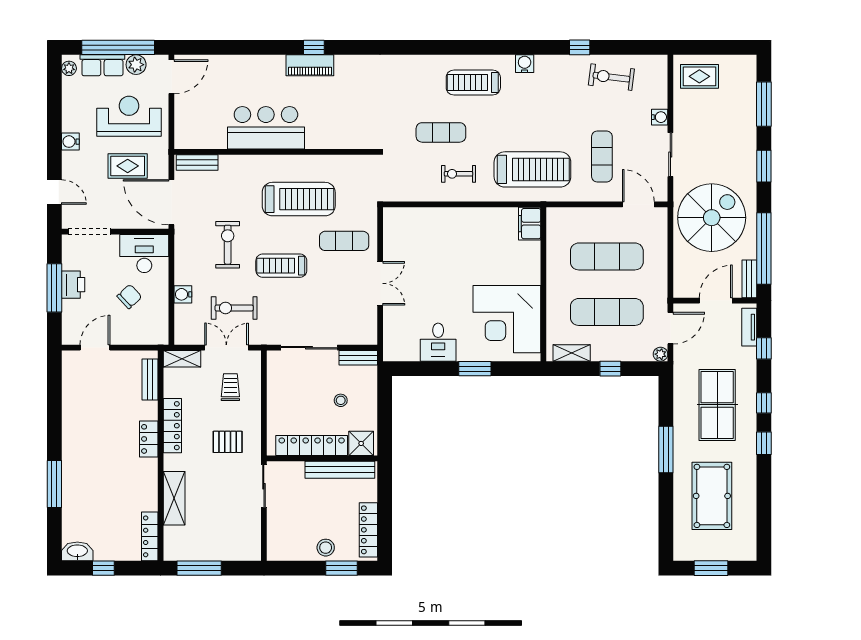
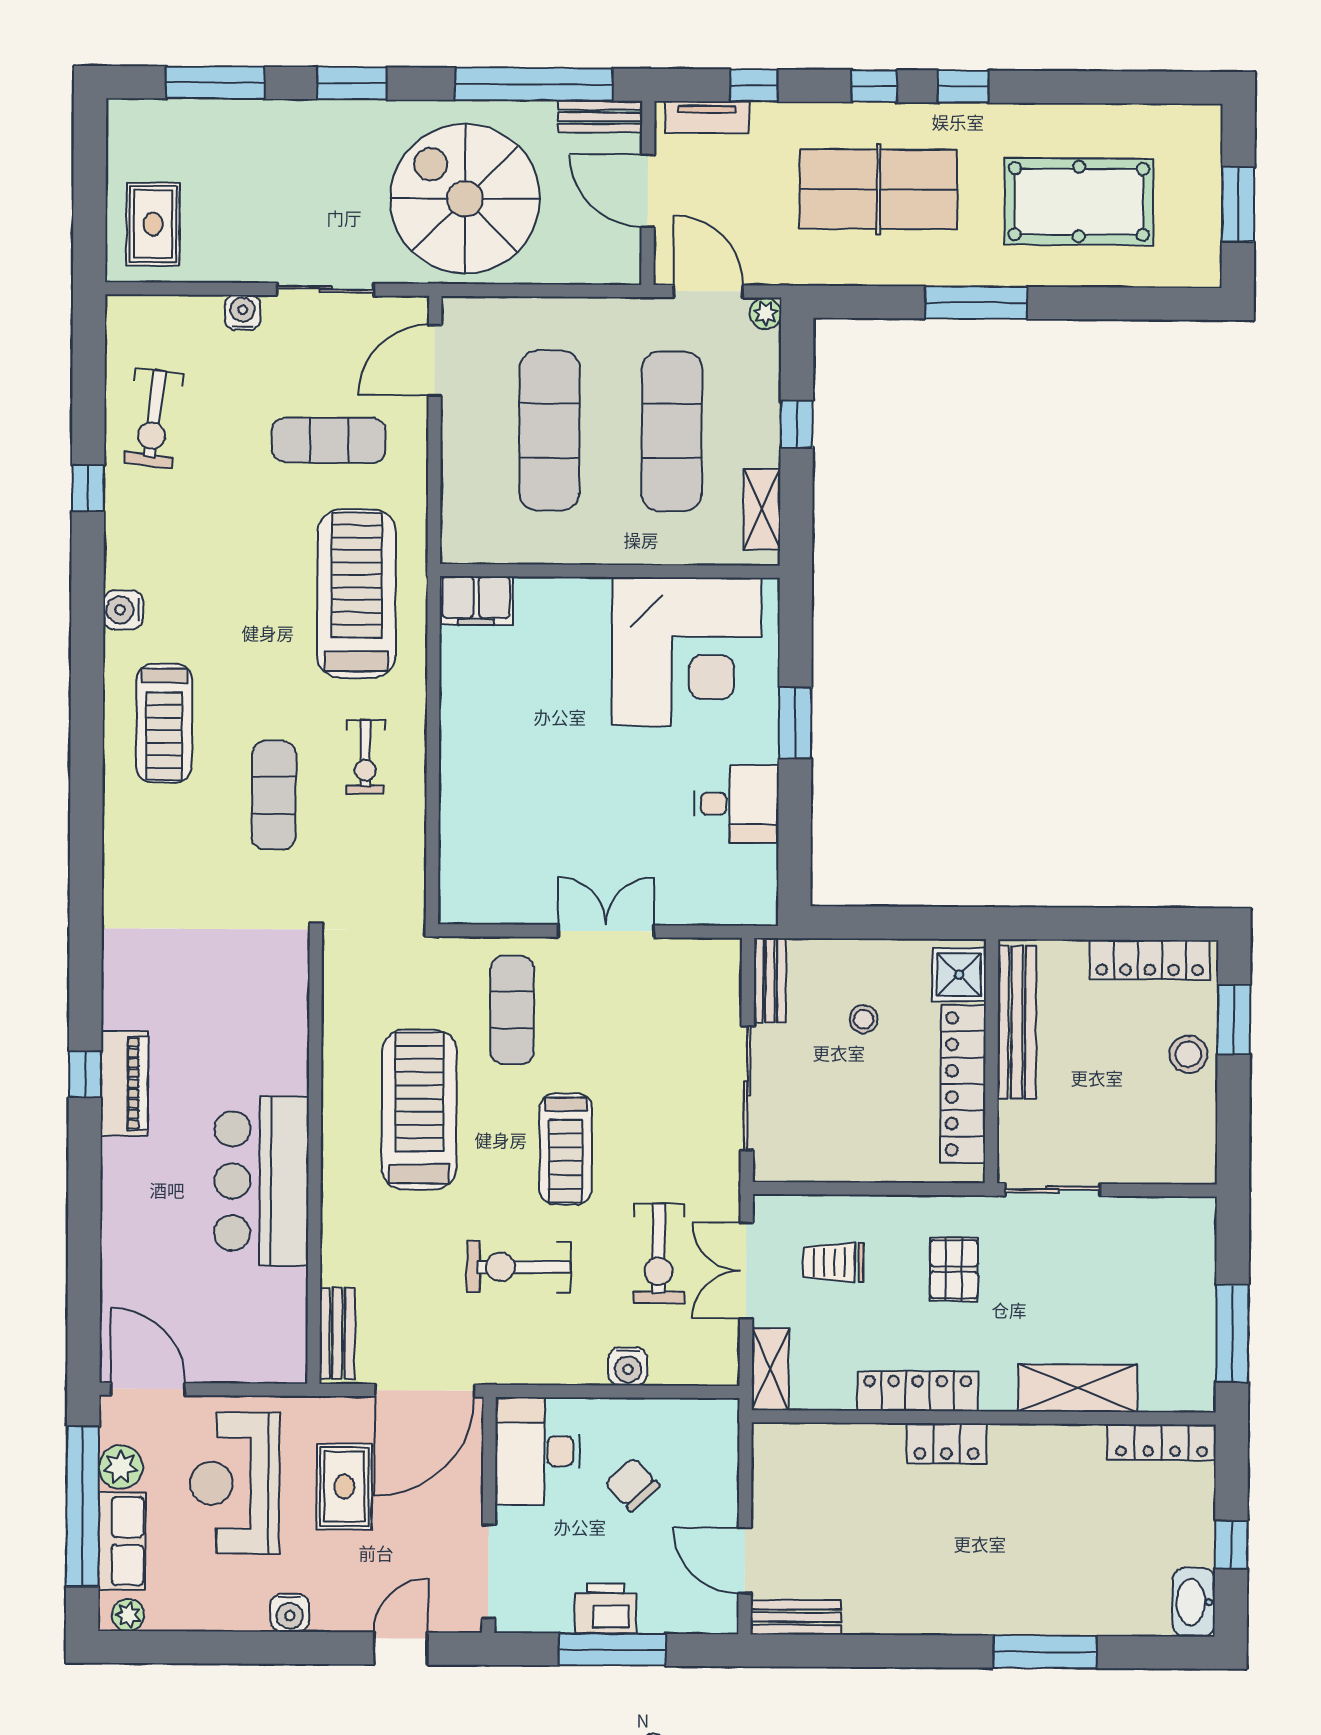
bench: (150, 379) -> (796, 1617), moved

